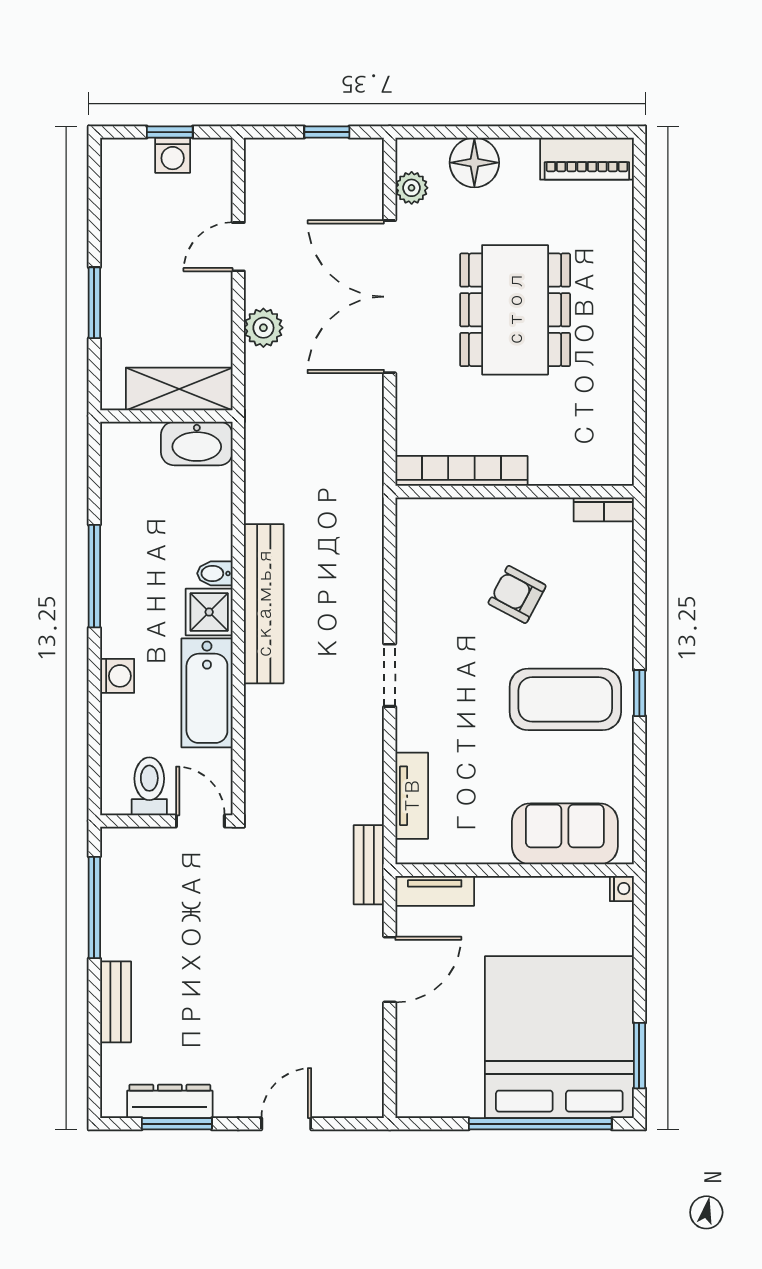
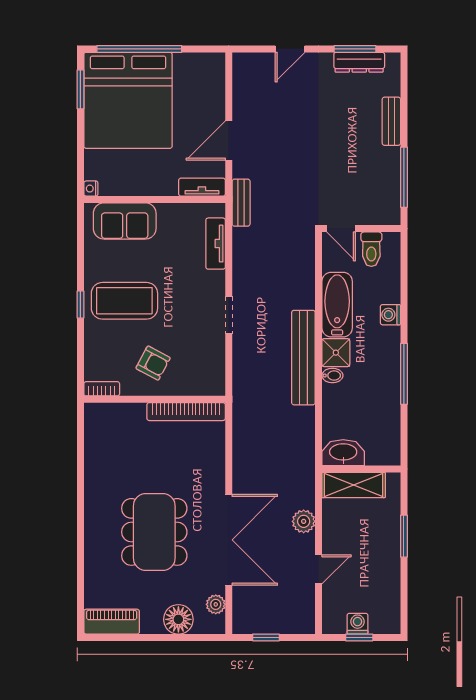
bookcase: (461, 471) -> (186, 412), moved
wall: (515, 492) -> (155, 399), moved
bookcase: (604, 509) -> (102, 389), moved

